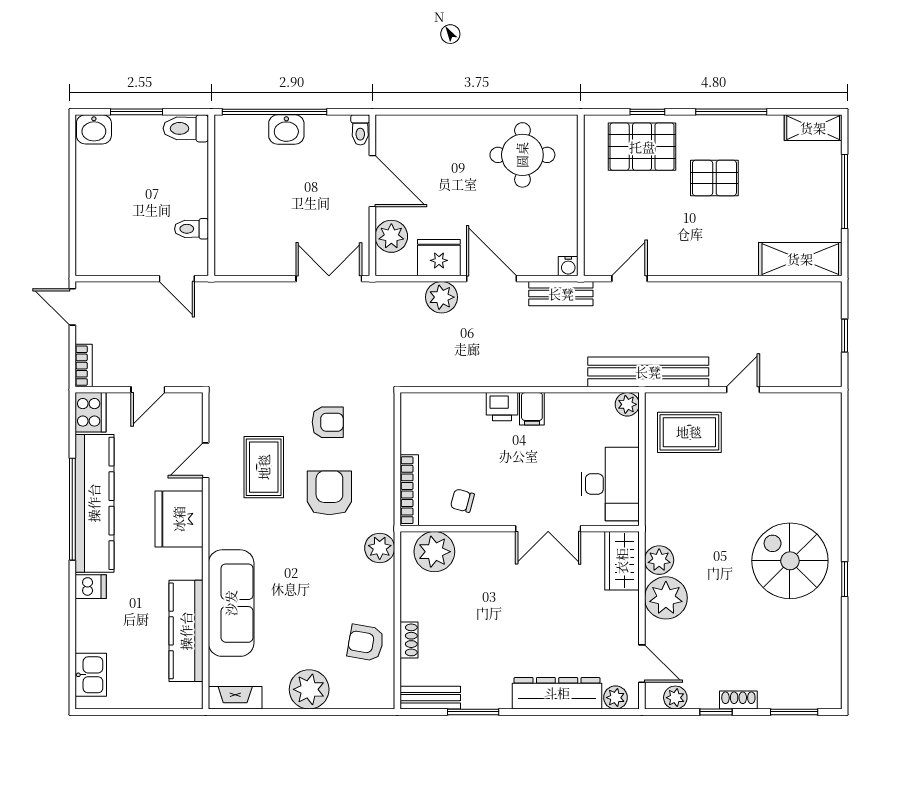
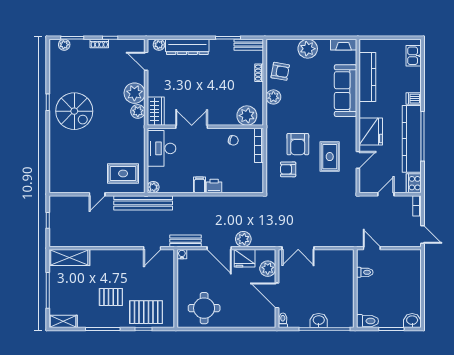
armchair: (328, 422) -> (288, 169), moved
plant: (380, 548) -> (273, 97), moved
plant: (675, 698) -> (64, 45), moved

